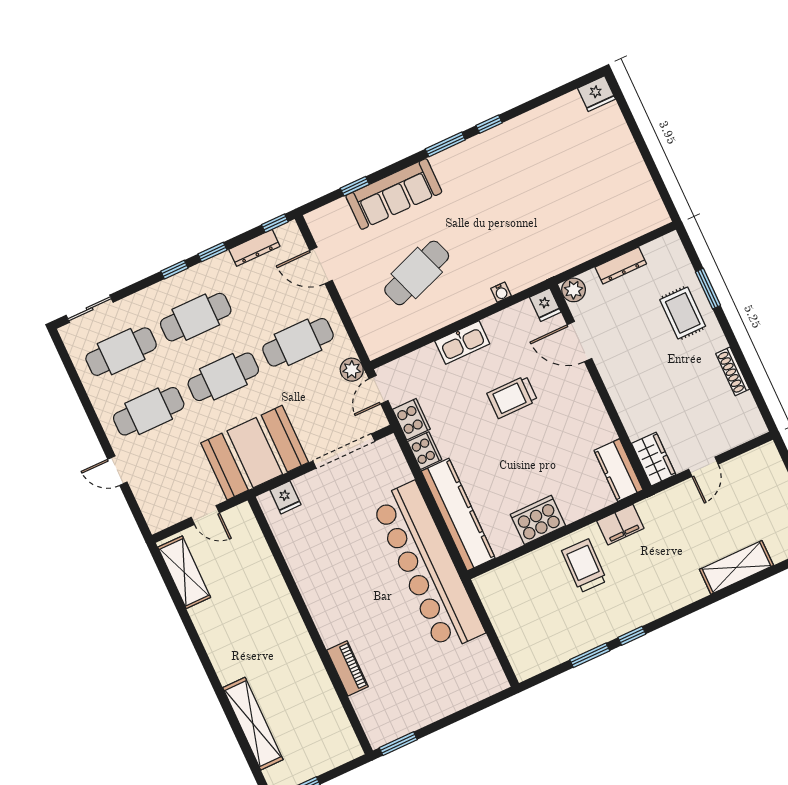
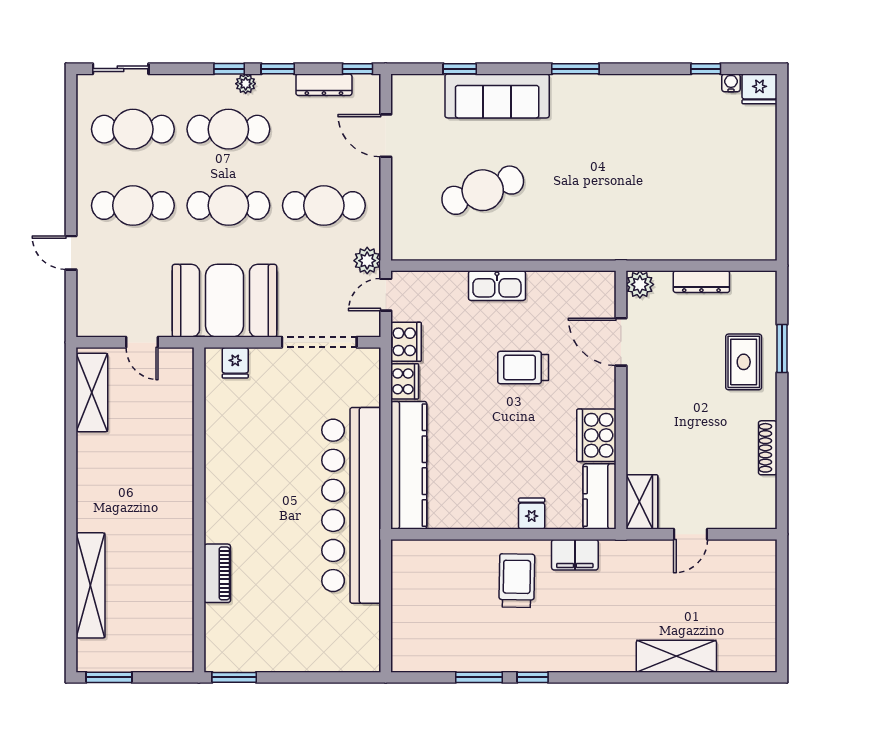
window: (489, 124) -> (706, 69), moved
plant: (193, 275) -> (246, 84), added
water cooler: (501, 292) -> (731, 83), moved, turned 180
fridge: (545, 305) -> (532, 514), moved, turned 180
cooker: (538, 520) -> (596, 435), moved, turned -90

